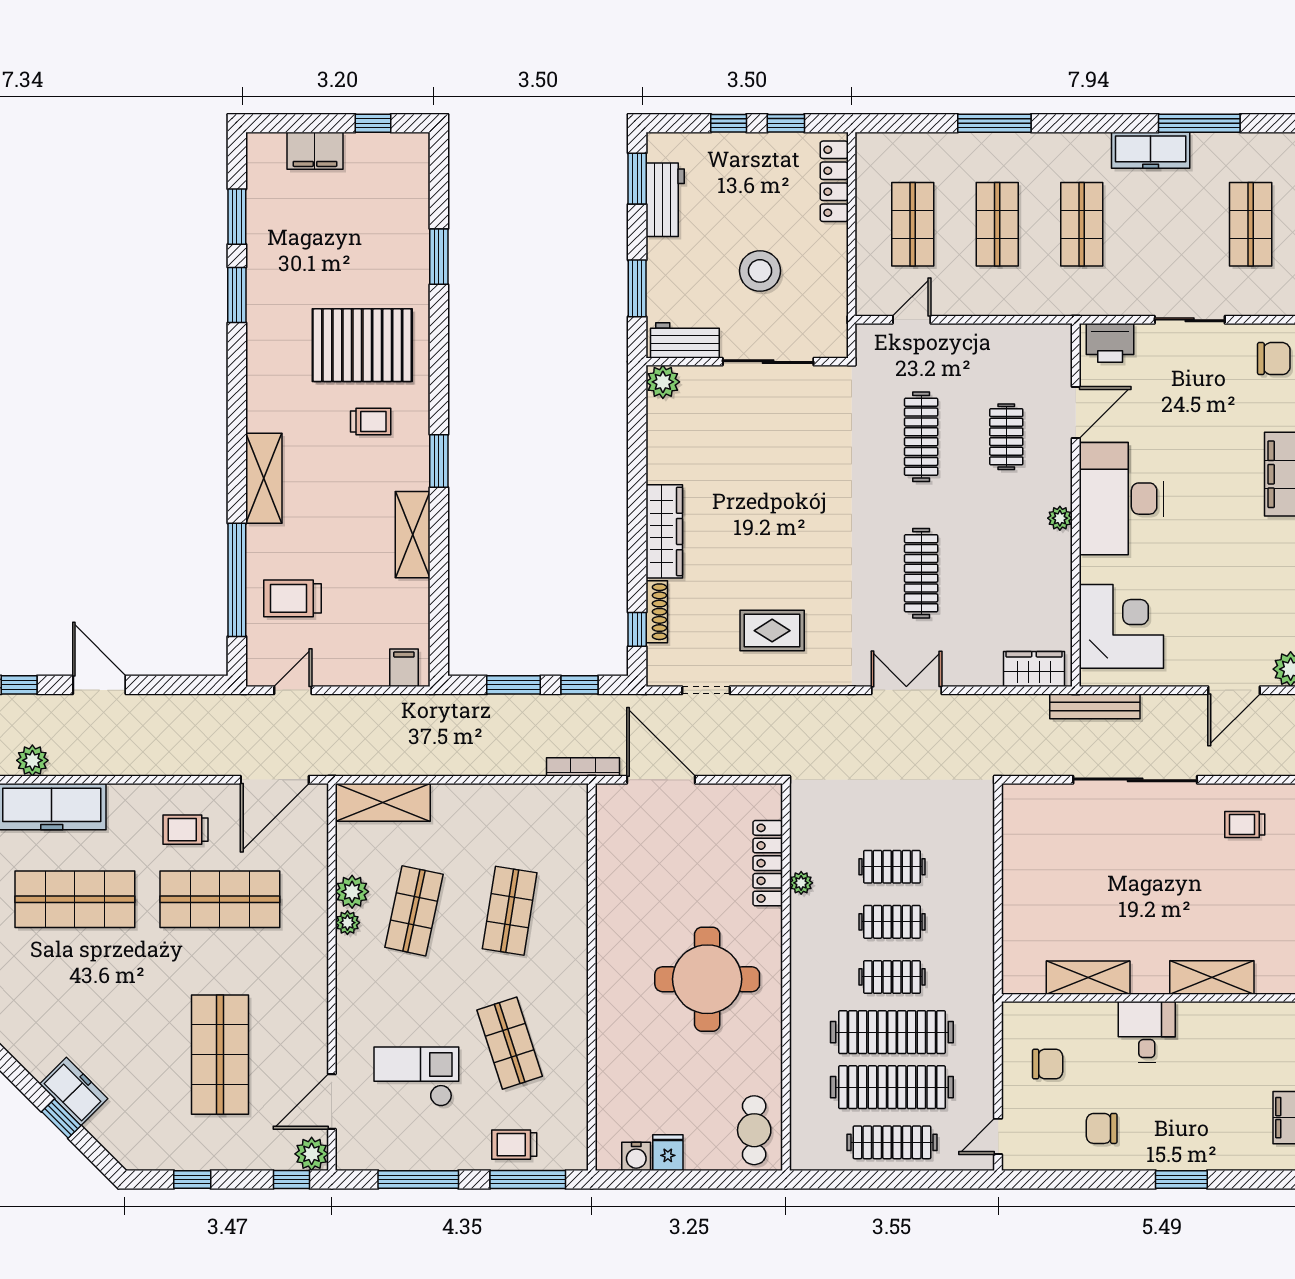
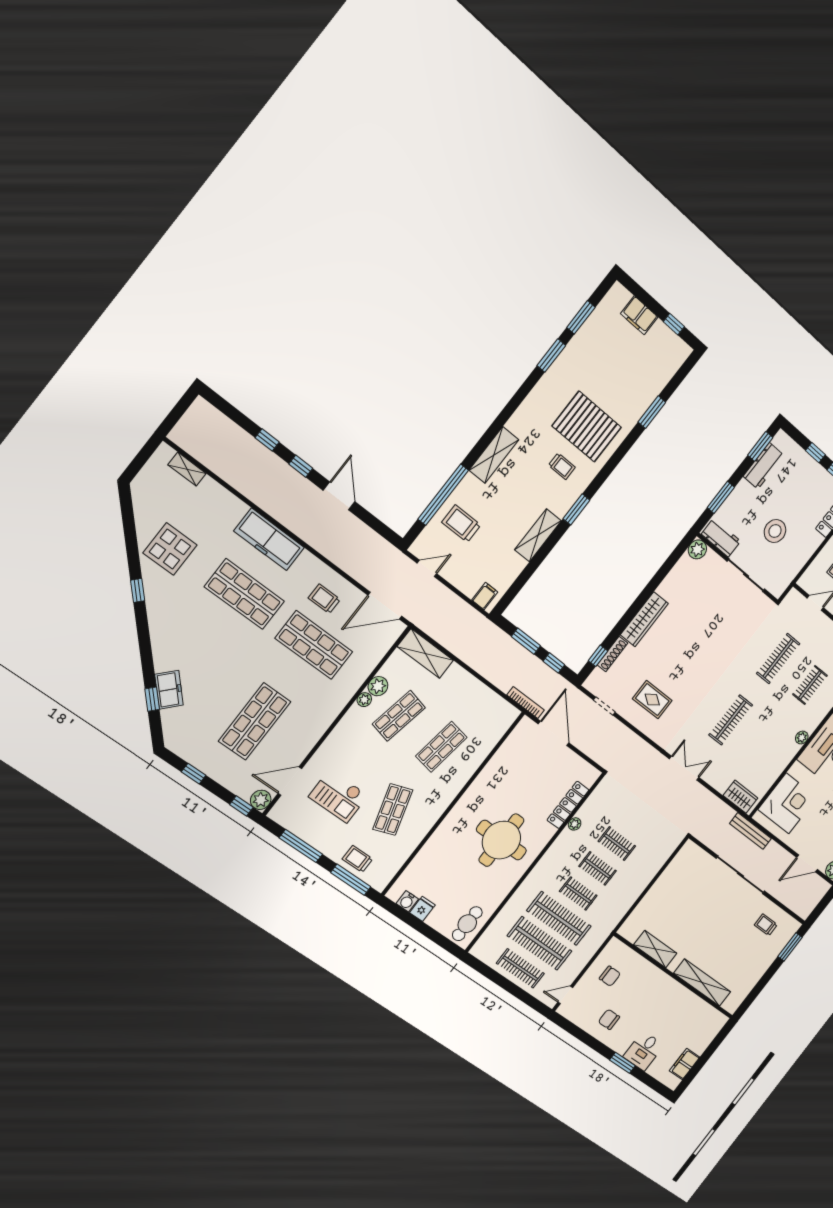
plant: (32, 760) -> (278, 509), removed
shelving: (1212, 977) -> (702, 982), width x1.47
desk: (1147, 1032) -> (644, 1051), moved, turned 180
checkout: (416, 1076) -> (338, 796), turned 180

